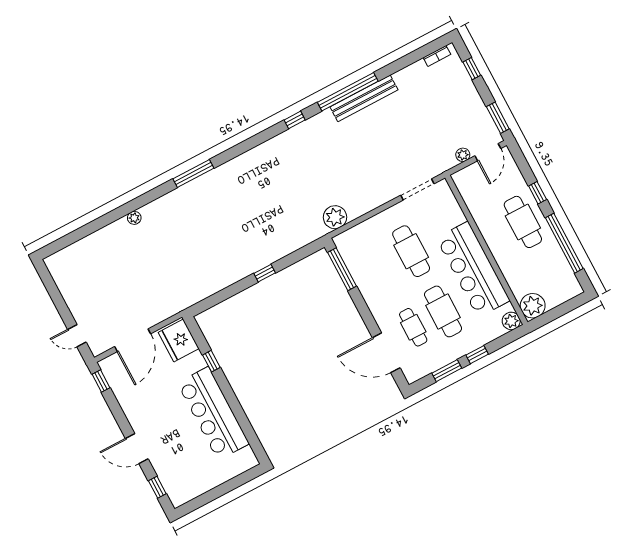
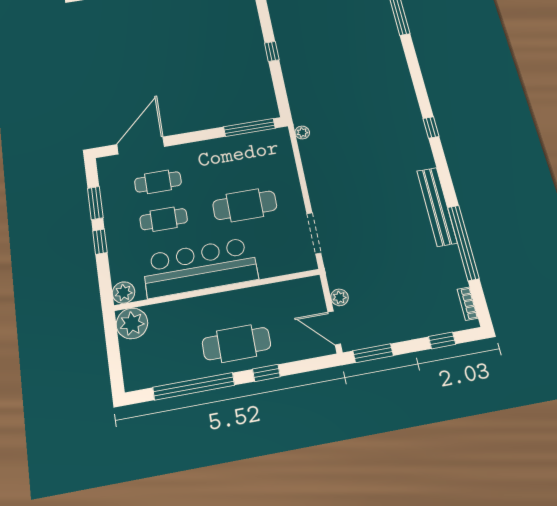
window: (348, 92) -> (463, 243), moved
plant: (335, 217) -> (302, 132), width x0.53, depth x0.53
cafe table: (443, 311) -> (164, 219), width x0.73, depth x0.74

